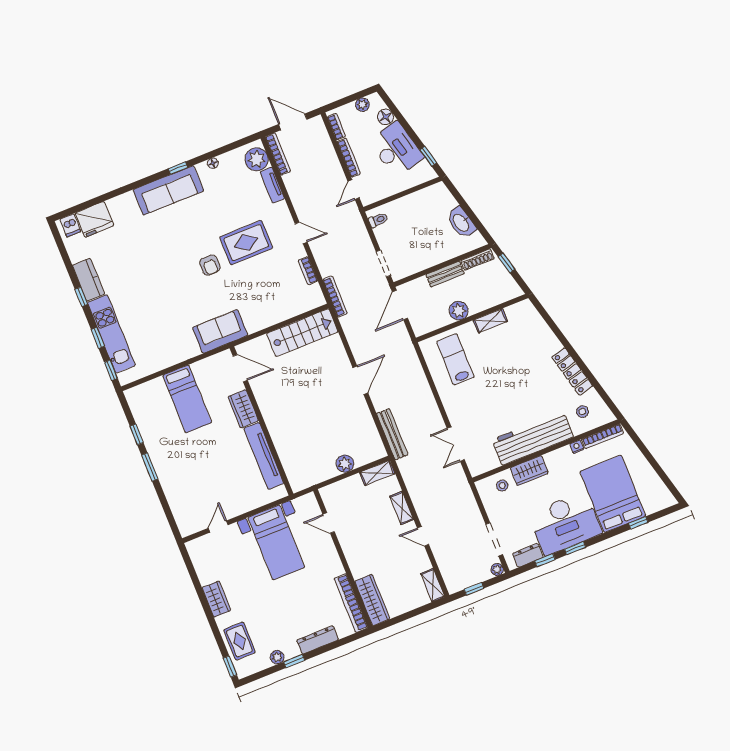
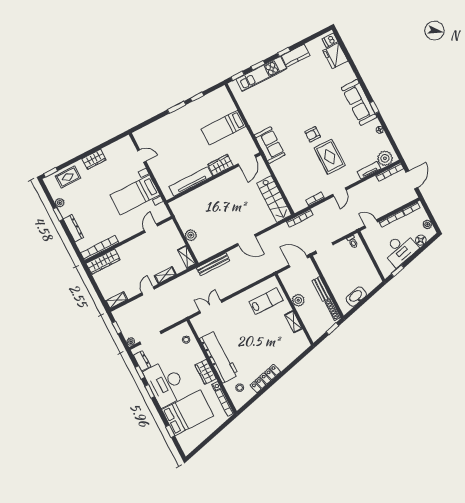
wardrobe: (529, 471) -> (206, 372), moved

